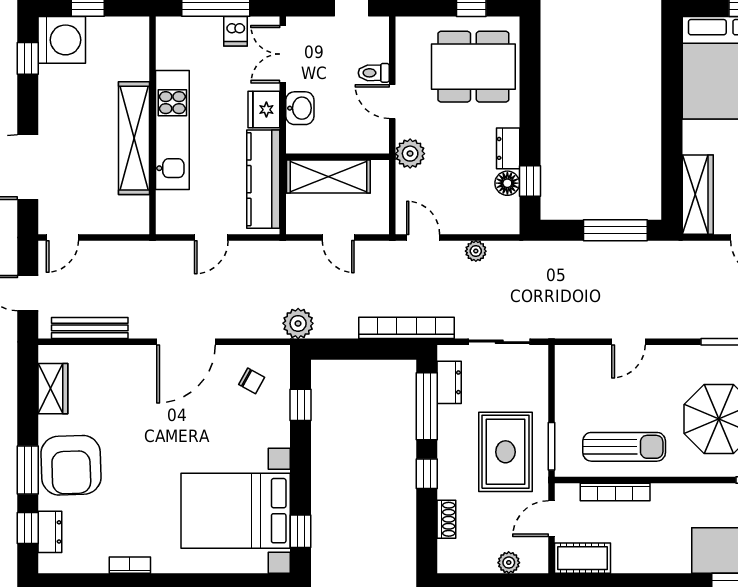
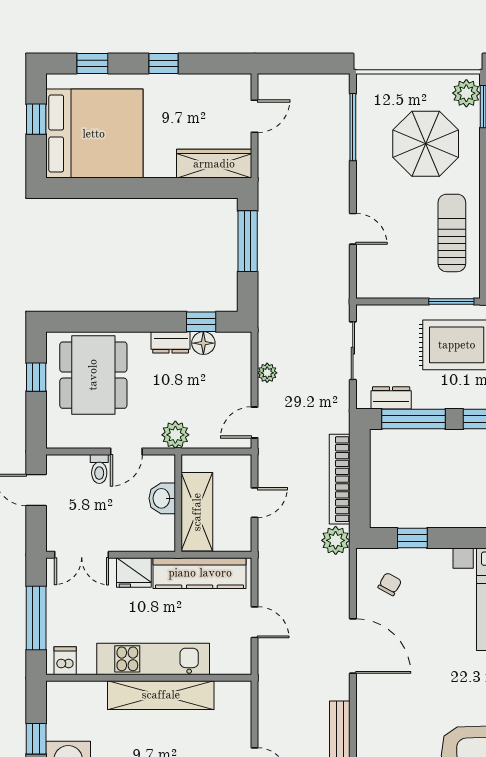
dishwasher: (236, 31) -> (65, 661), moved, turned -90
washbasin: (300, 108) -> (162, 498), moved, turned -90
bookcase: (406, 328) -> (340, 479), moved

